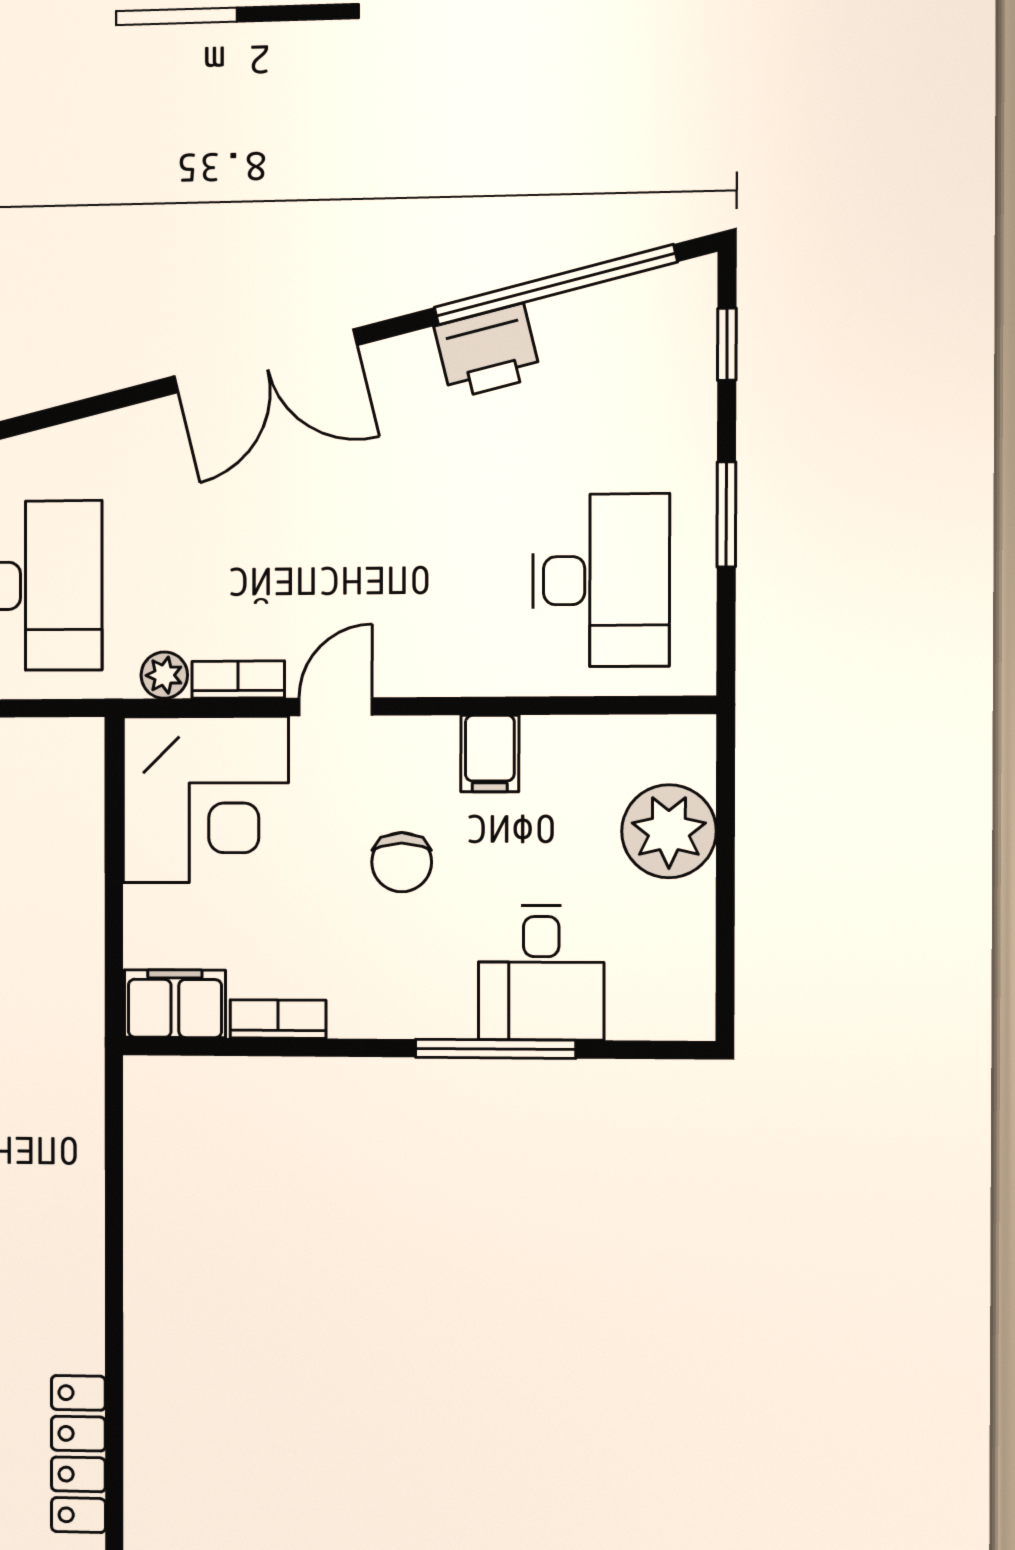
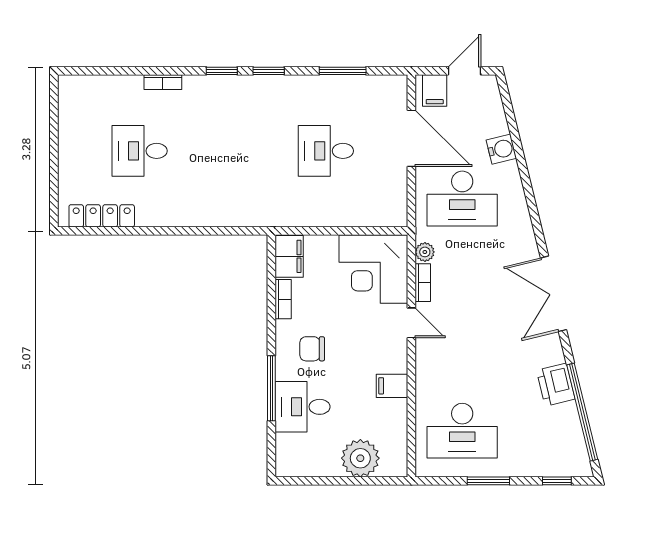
chair: (402, 862) -> (312, 349), moved

